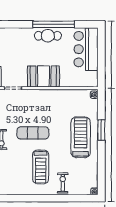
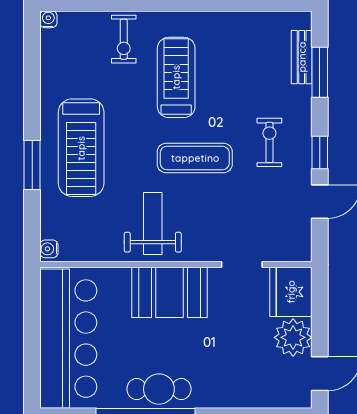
bar counter: (86, 49) -> (68, 339), width x1.36
weight bench: (50, 105) -> (153, 223), added

